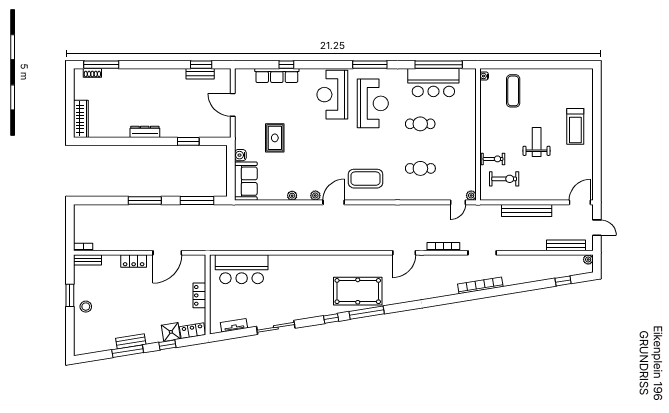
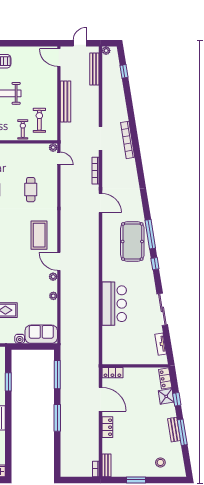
bar counter: (242, 269) -> (114, 304), moved
locker: (199, 295) -> (112, 373), moved
stool: (86, 307) -> (160, 462), moved

